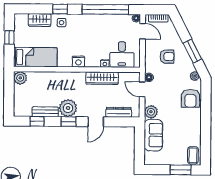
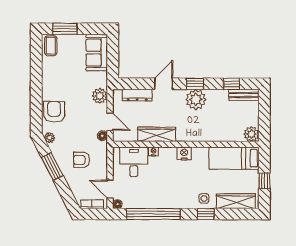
wardrobe: (40, 20) -> (236, 201), width x1.50
bench: (45, 112) -> (244, 95), moved
sofa: (153, 135) -> (97, 53), moved

